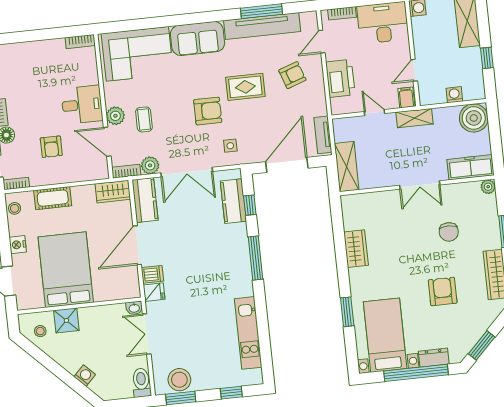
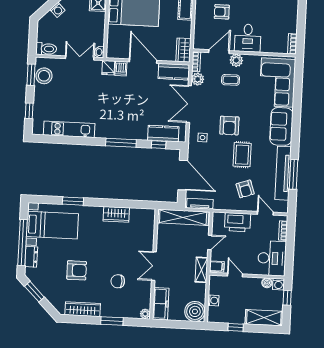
boiler: (418, 24) -> (267, 283), added
shelving: (347, 167) -> (183, 217), width x1.47

